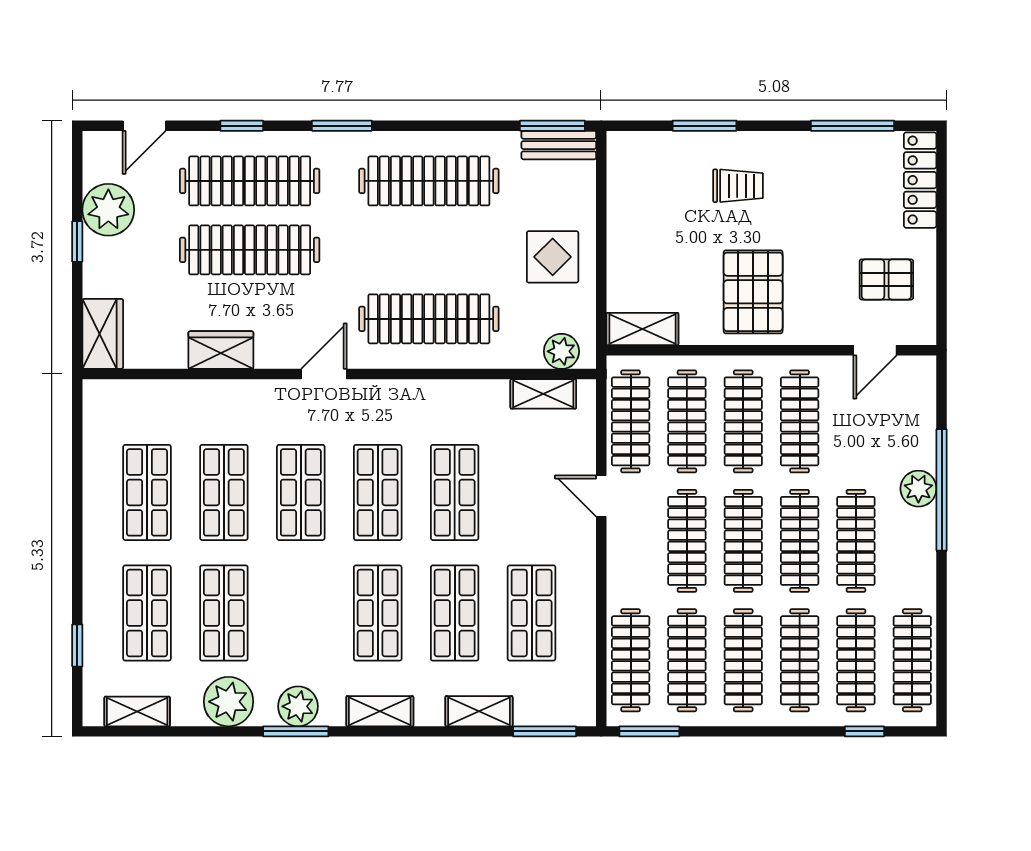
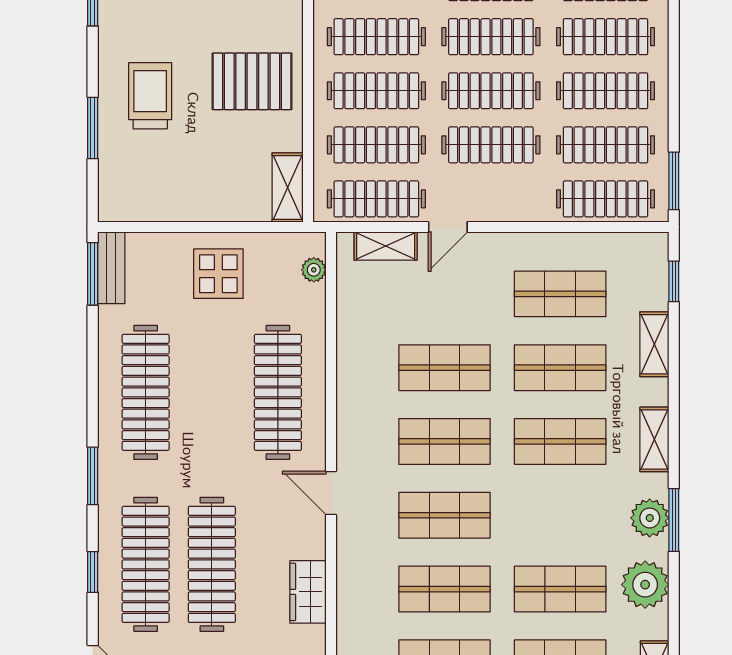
trolley: (738, 186) -> (150, 96), width x1.36, depth x1.39
plant: (561, 351) -> (314, 270), width x0.73, depth x0.73
shelving: (543, 394) -> (386, 246), moved, turned 90
window: (545, 731) -> (674, 281), width x0.67

